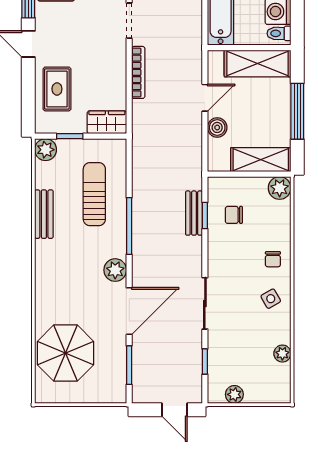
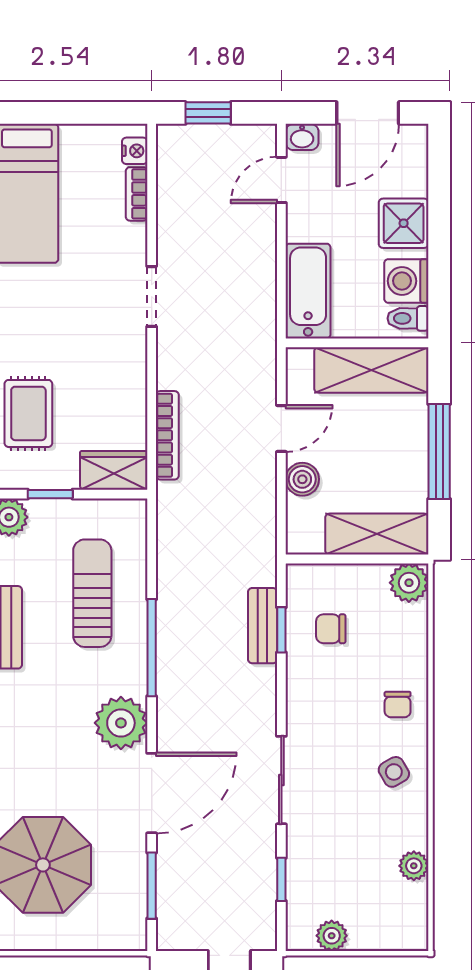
bookcase: (138, 72) -> (167, 435), moved
plant: (115, 270) -> (121, 723), width x1.36, depth x1.36

